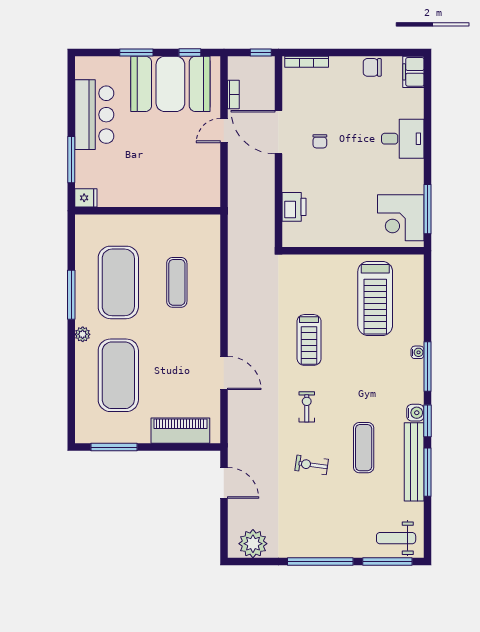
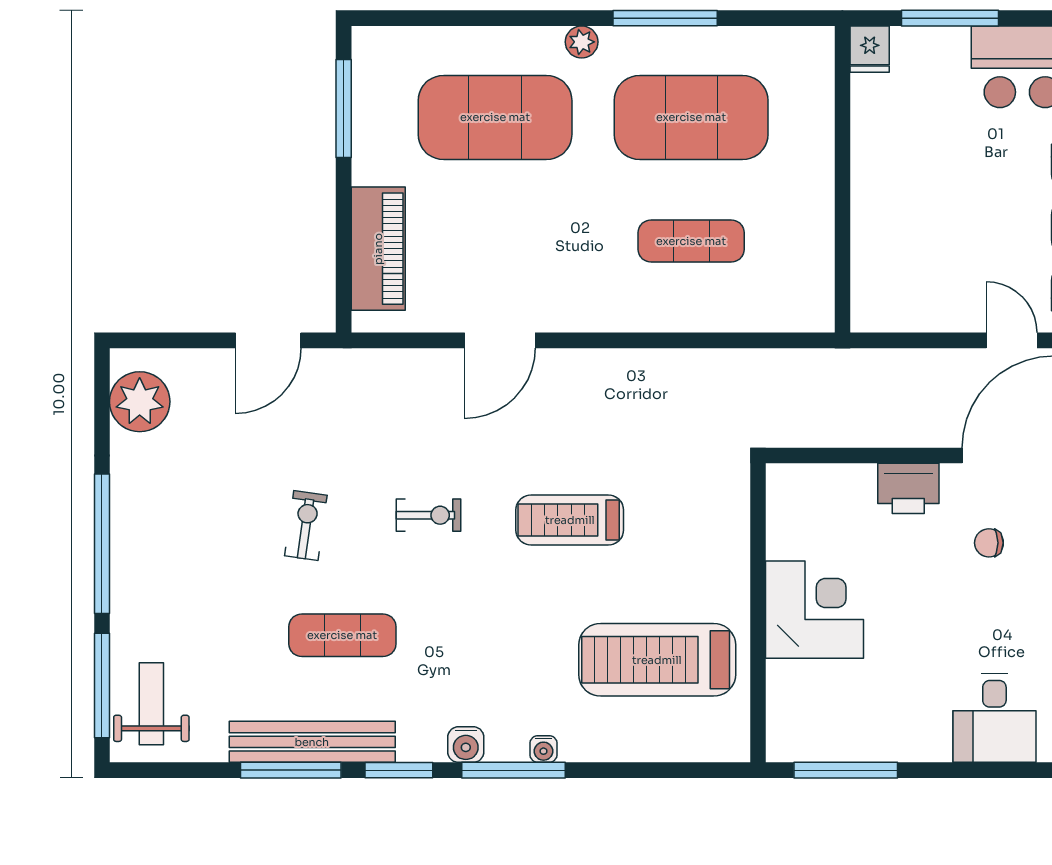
printer: (294, 207) -> (908, 488), moved
corner desk: (401, 218) -> (815, 610), moved, turned 90
water cooler: (415, 413) -> (466, 745), moved

